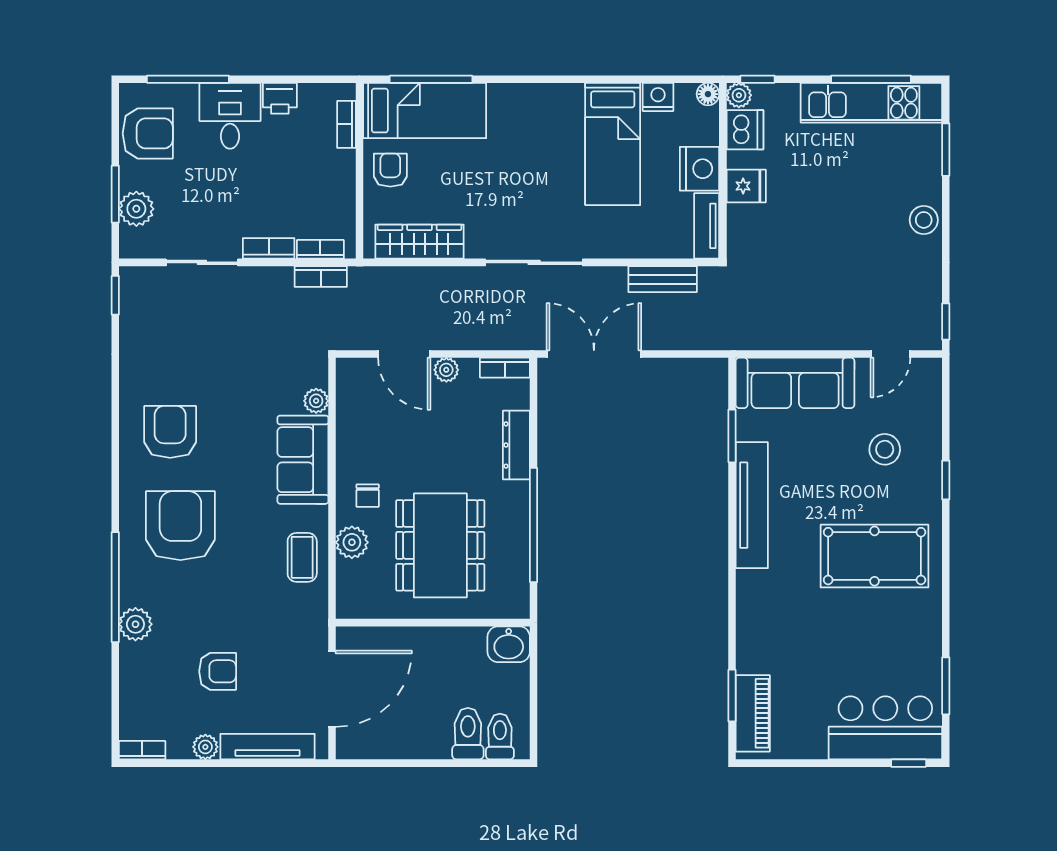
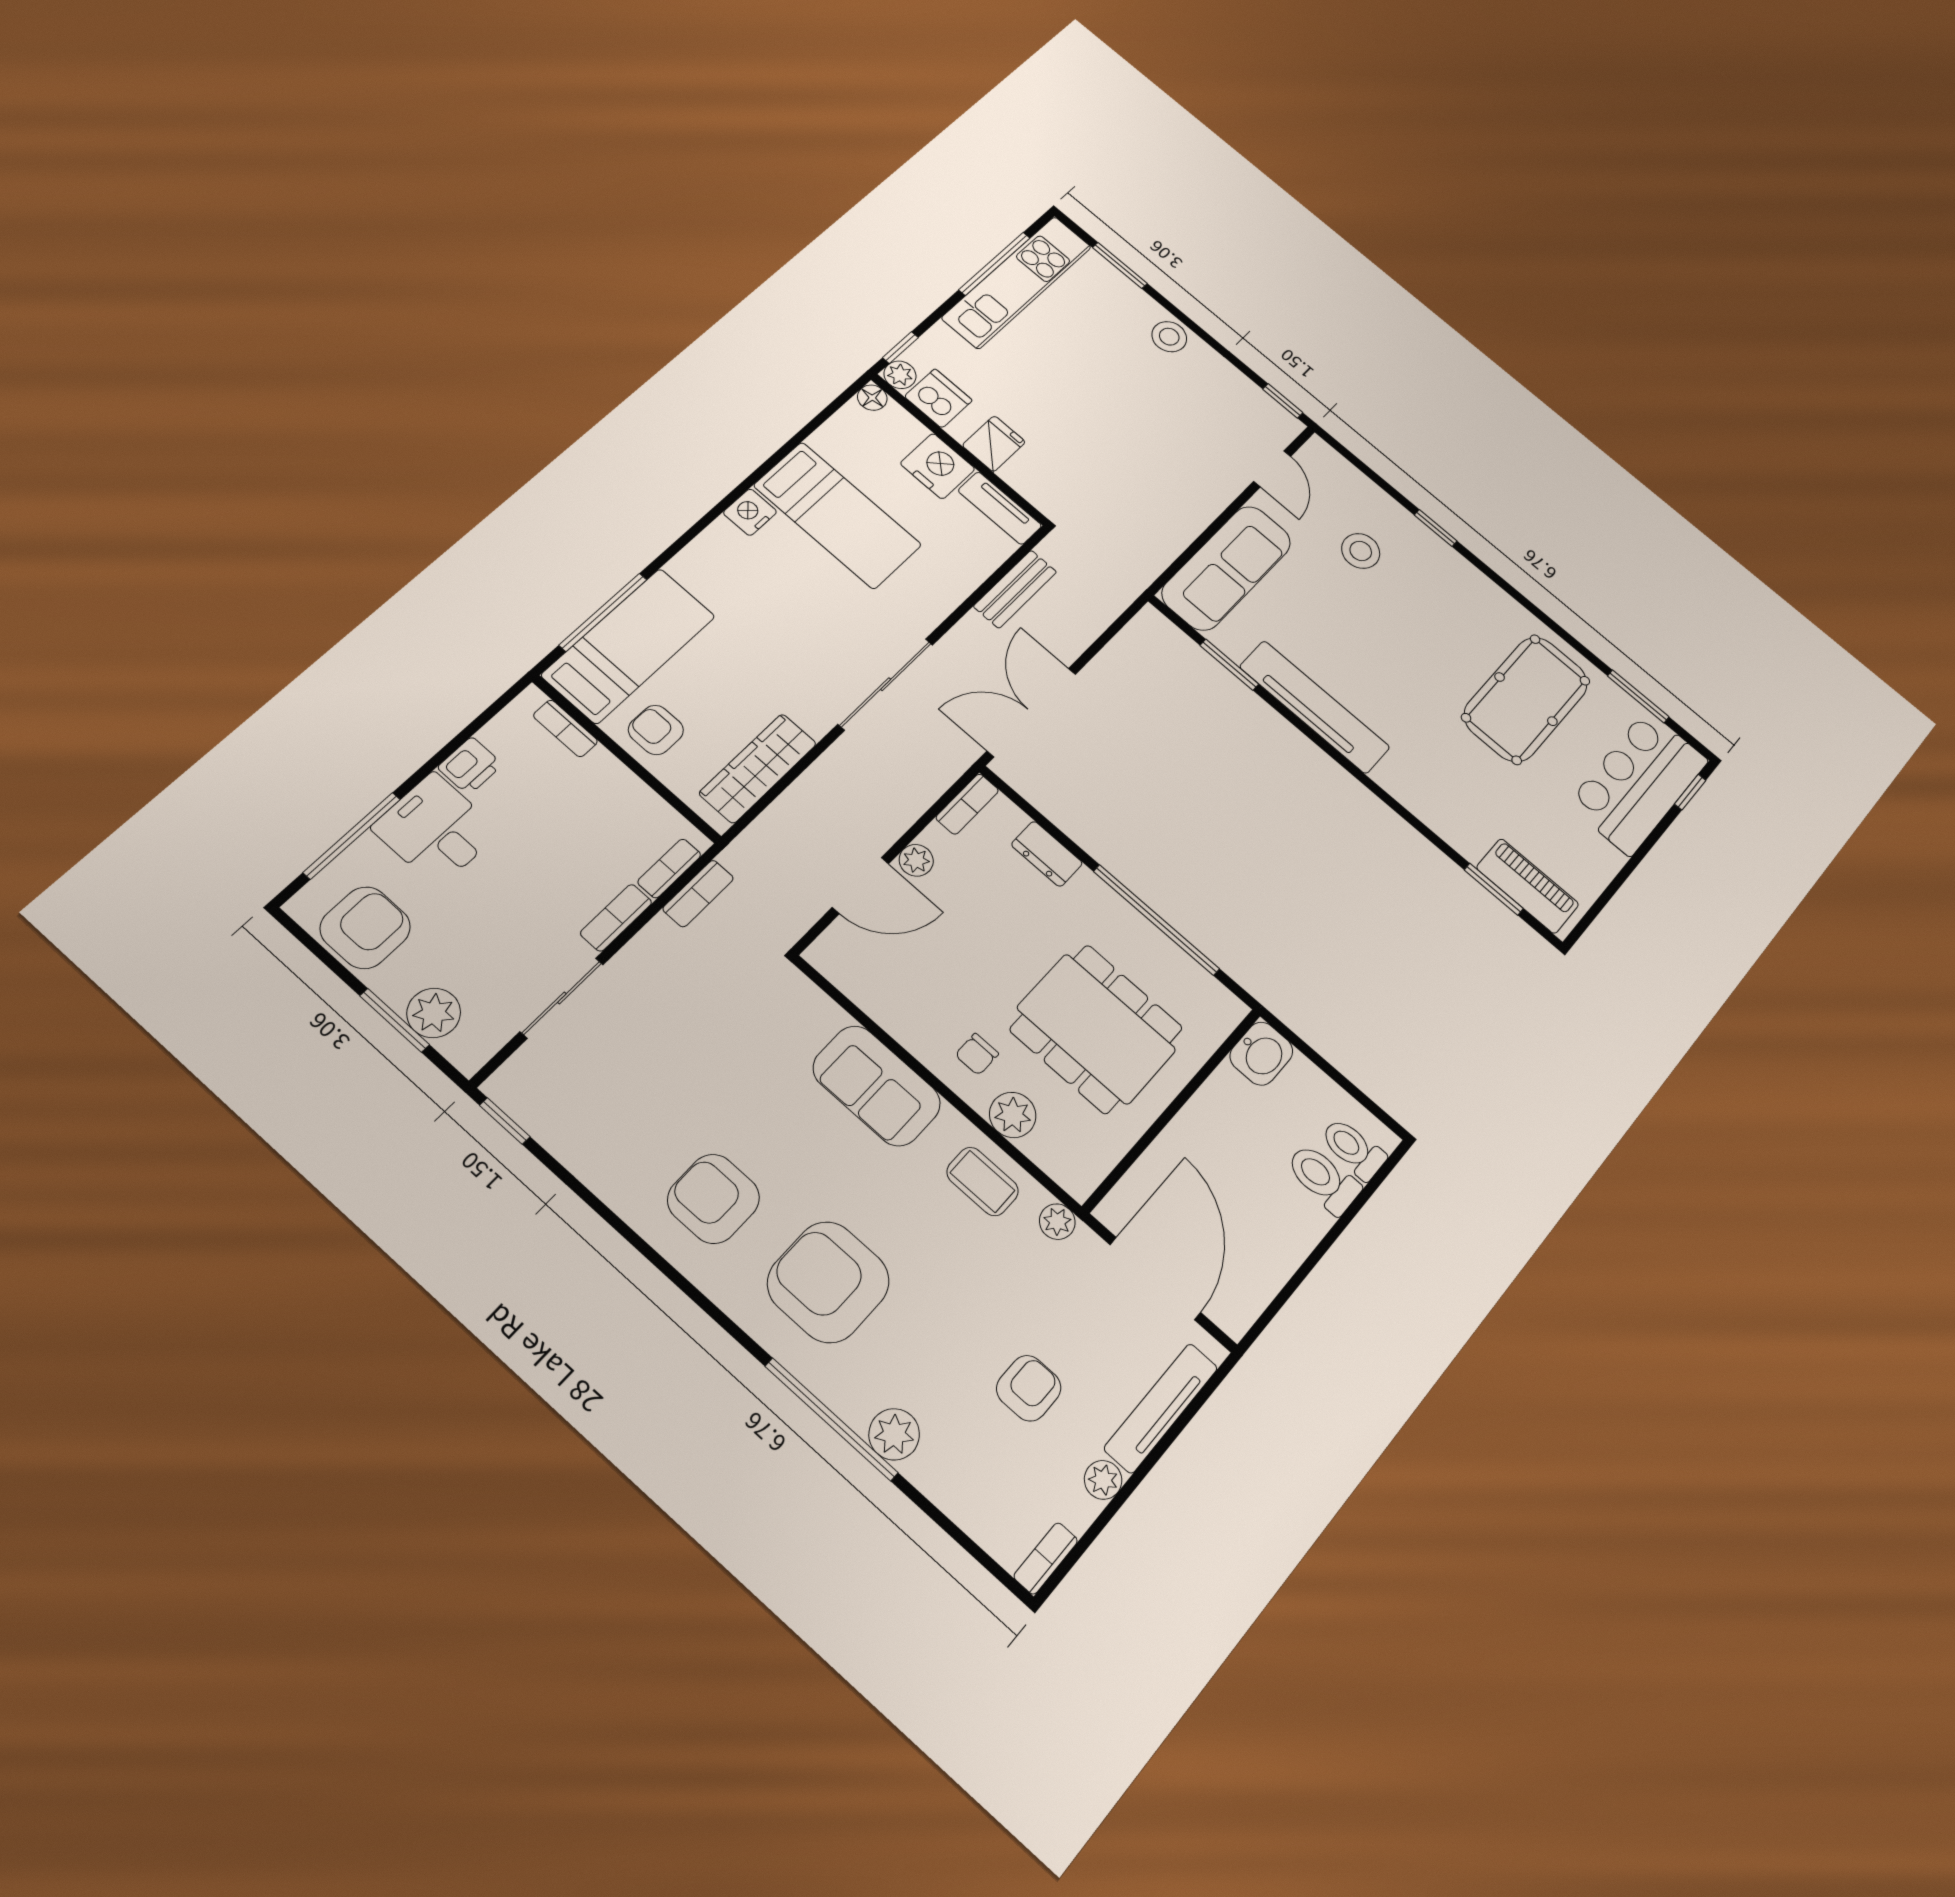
nightstand: (658, 97) -> (750, 512), moved
plant: (316, 401) -> (1057, 1222), moved
dresser: (516, 445) -> (1047, 854), width x0.70
chair: (368, 496) -> (977, 1054), turned 90
pool table: (875, 556) -> (1526, 699), moved

